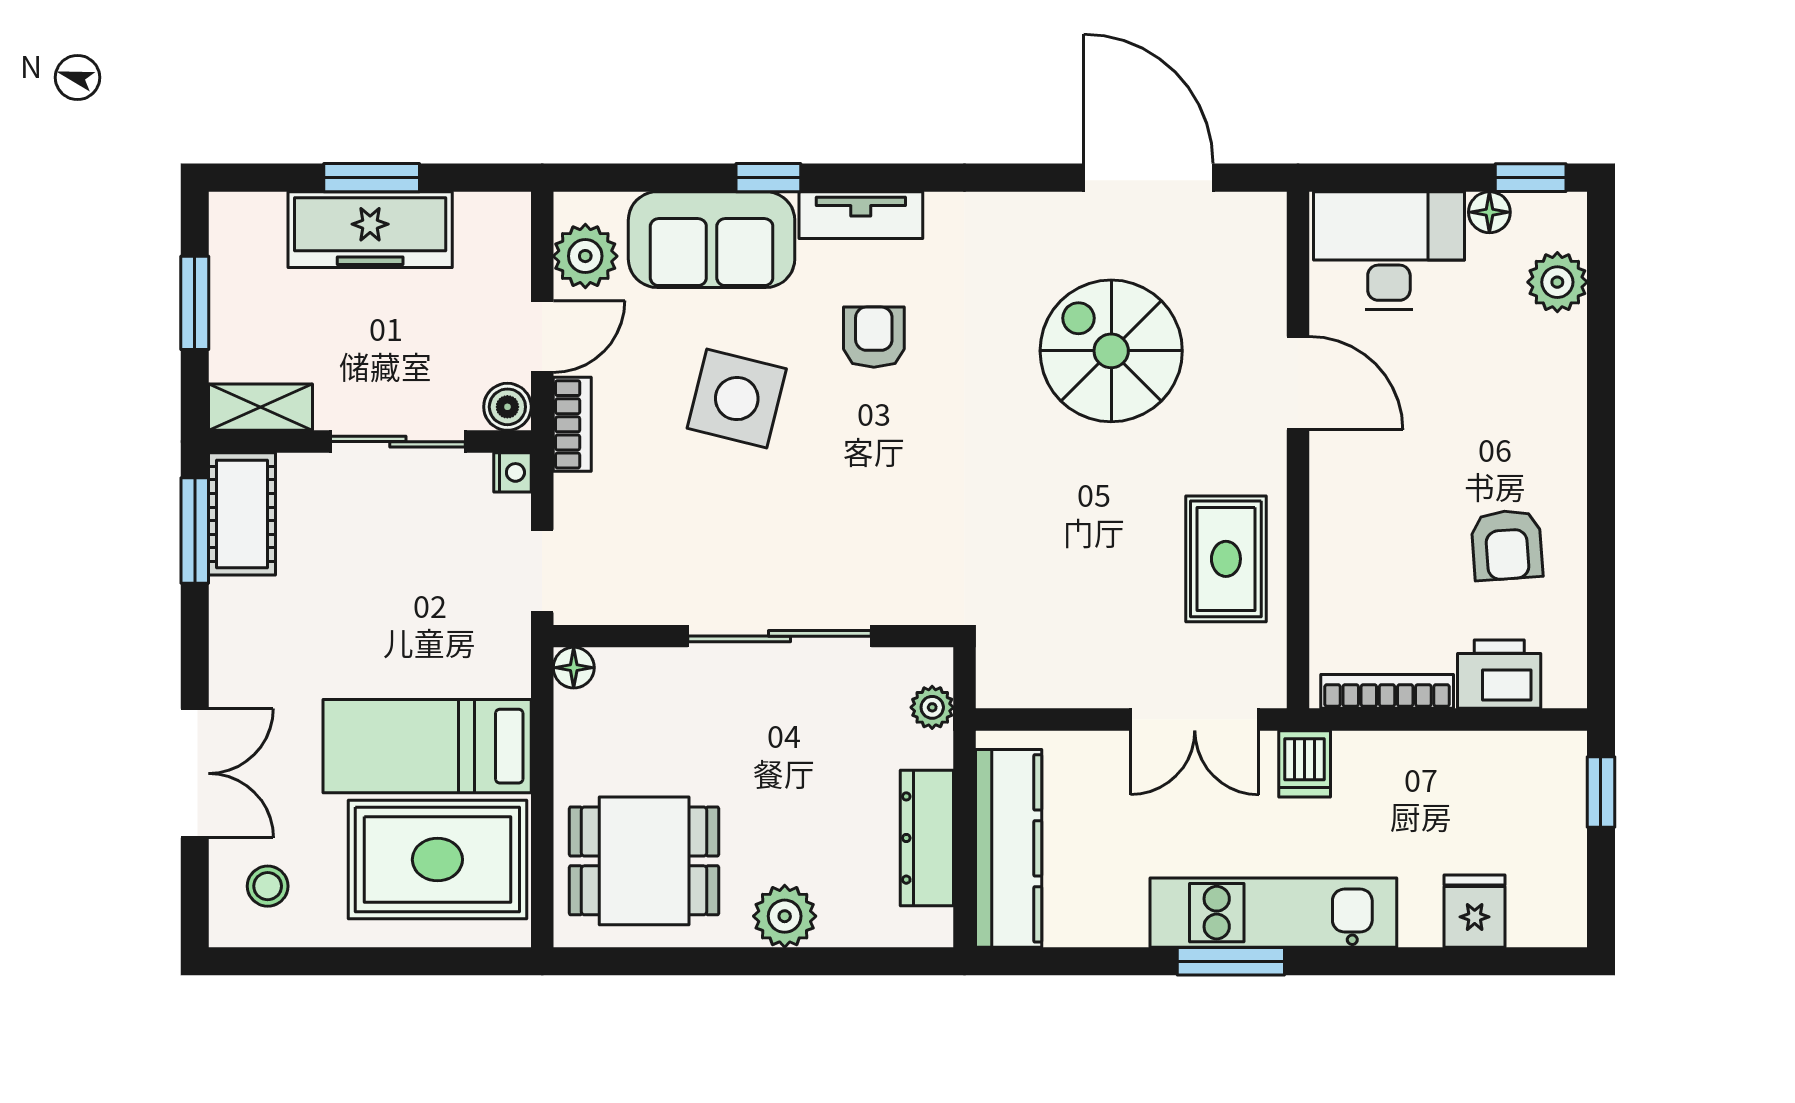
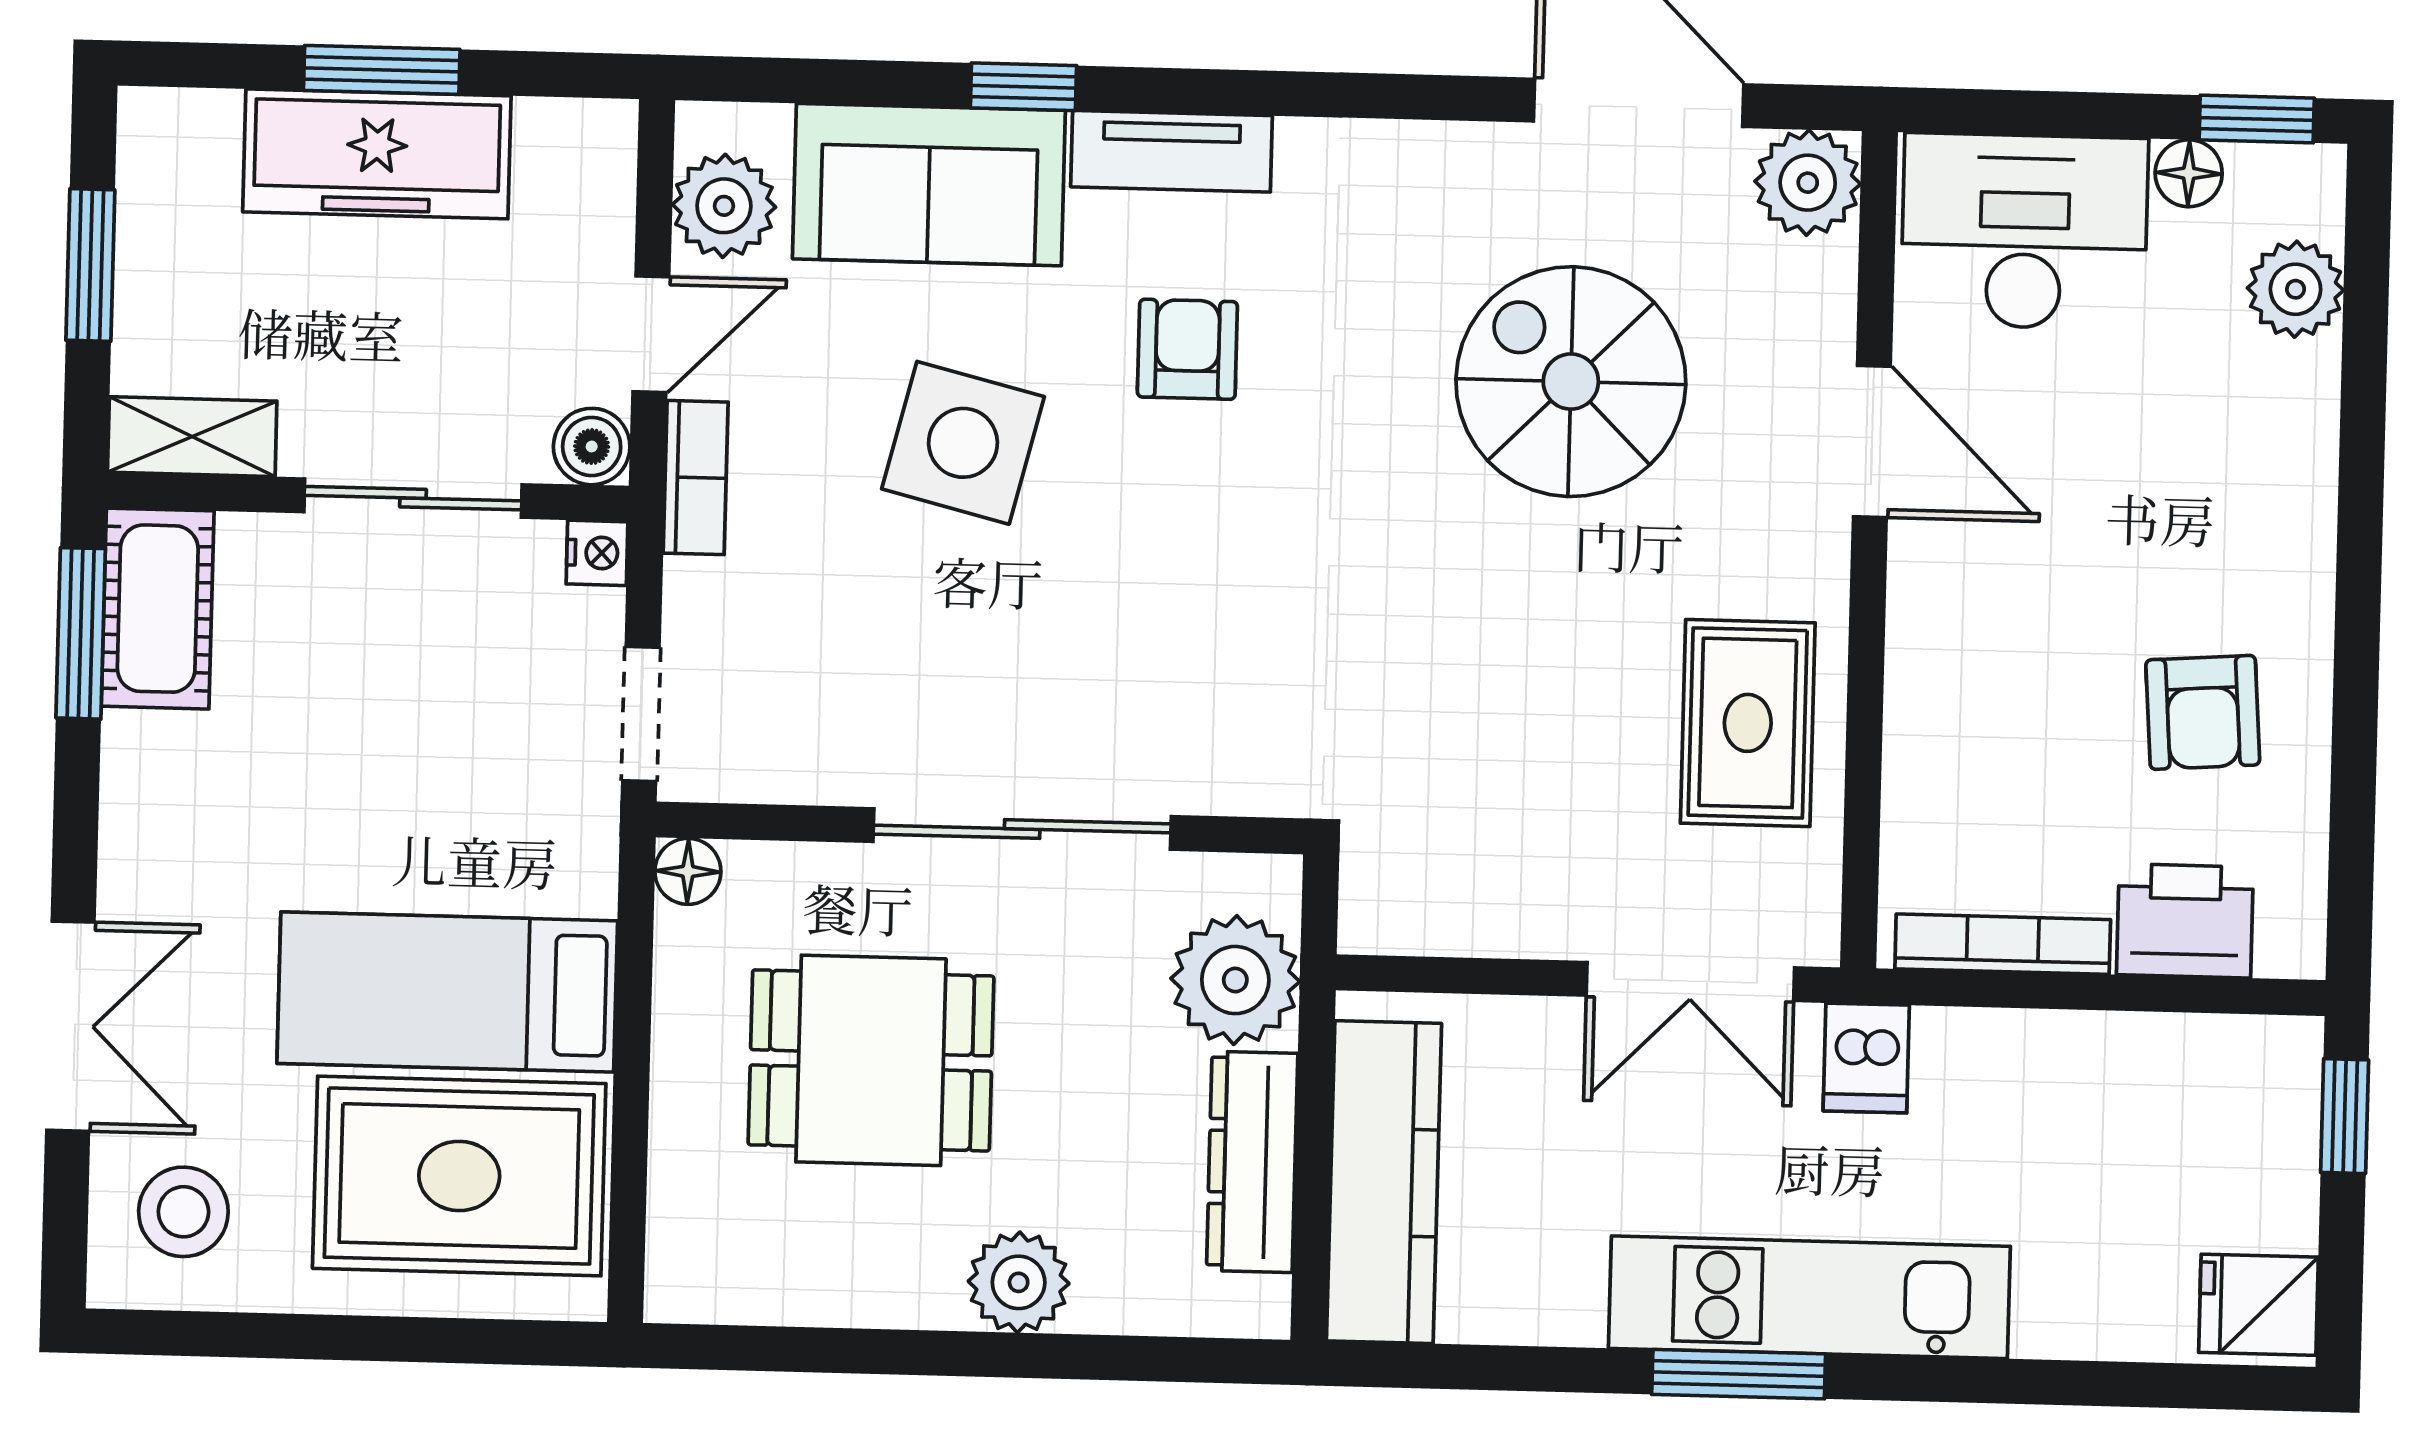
plant: (1254, 224) -> (1808, 183), added
plant: (932, 707) -> (1235, 980), width x1.87, depth x1.87
dining table: (644, 861) -> (871, 1060), moved
stool: (268, 886) -> (183, 1212), width x1.37, depth x1.37
fridge: (1475, 911) -> (2258, 1305), moved, turned -90

